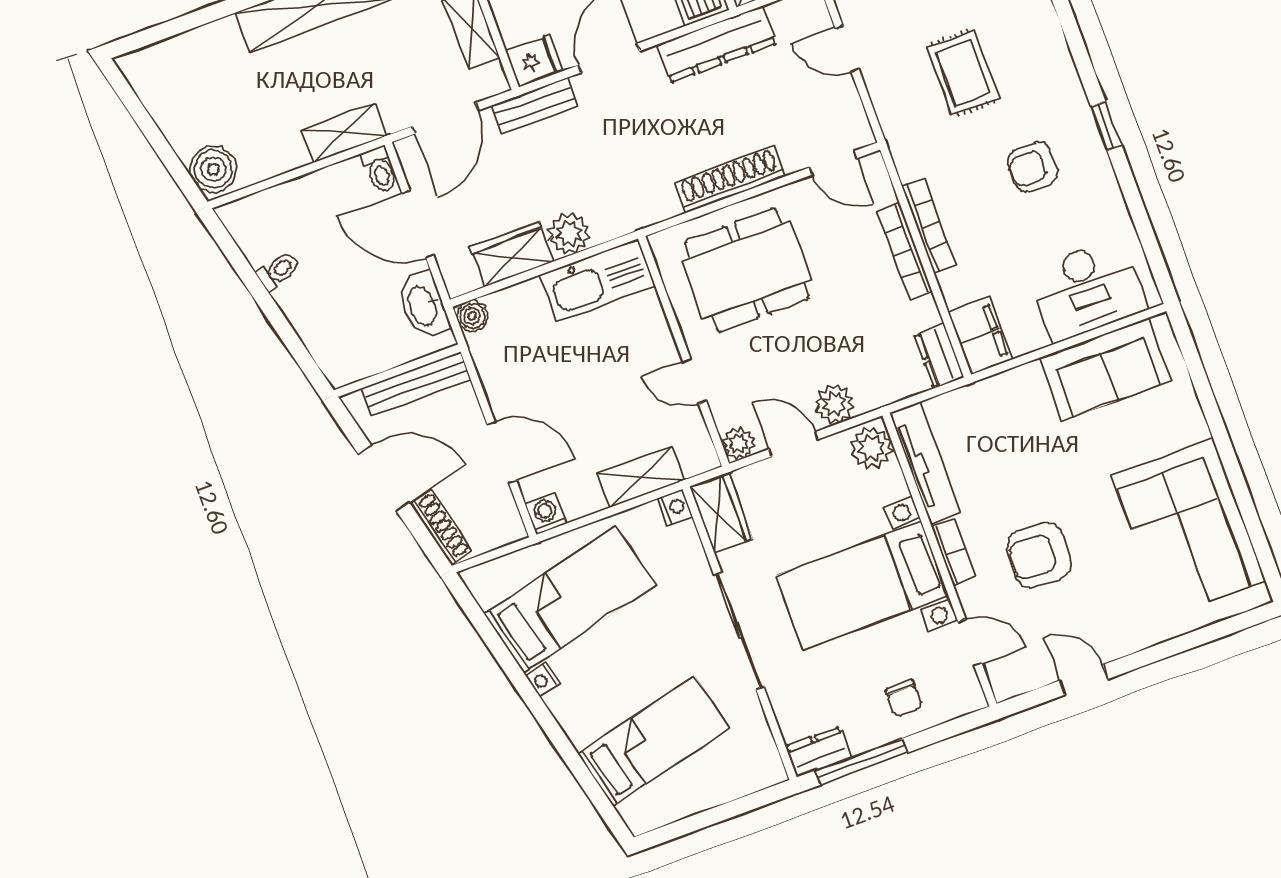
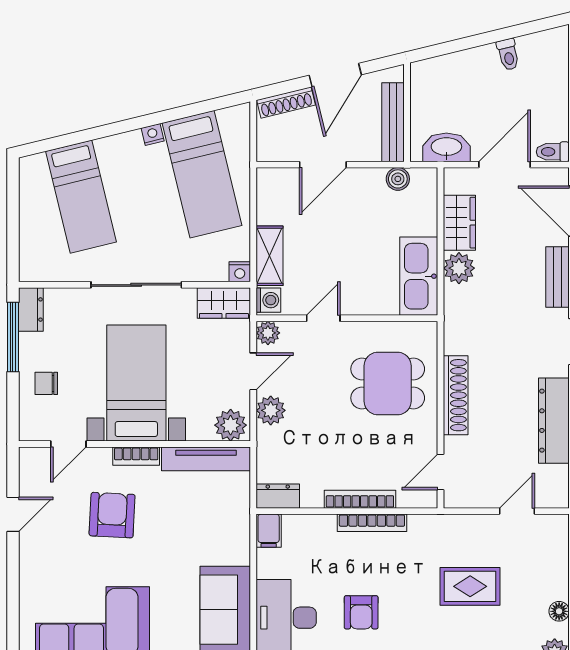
armchair: (1033, 167) -> (361, 612), moved, turned 180
dining table: (747, 270) -> (388, 383), width x0.73
boiler: (472, 316) -> (398, 179), moved
filing cabinet: (980, 336) -> (269, 531), width x0.50
washing machine: (546, 514) -> (268, 300), moved

